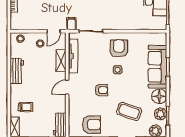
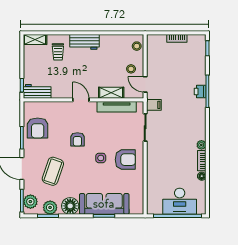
workbench: (17, 71) -> (84, 42), moved

